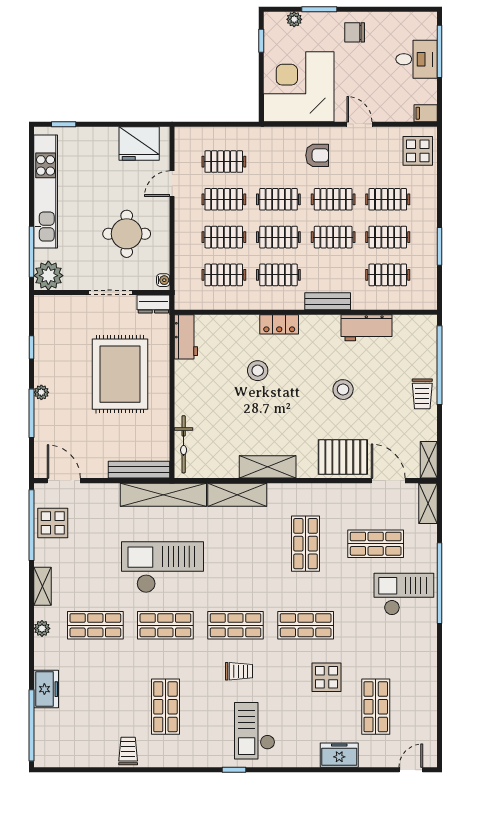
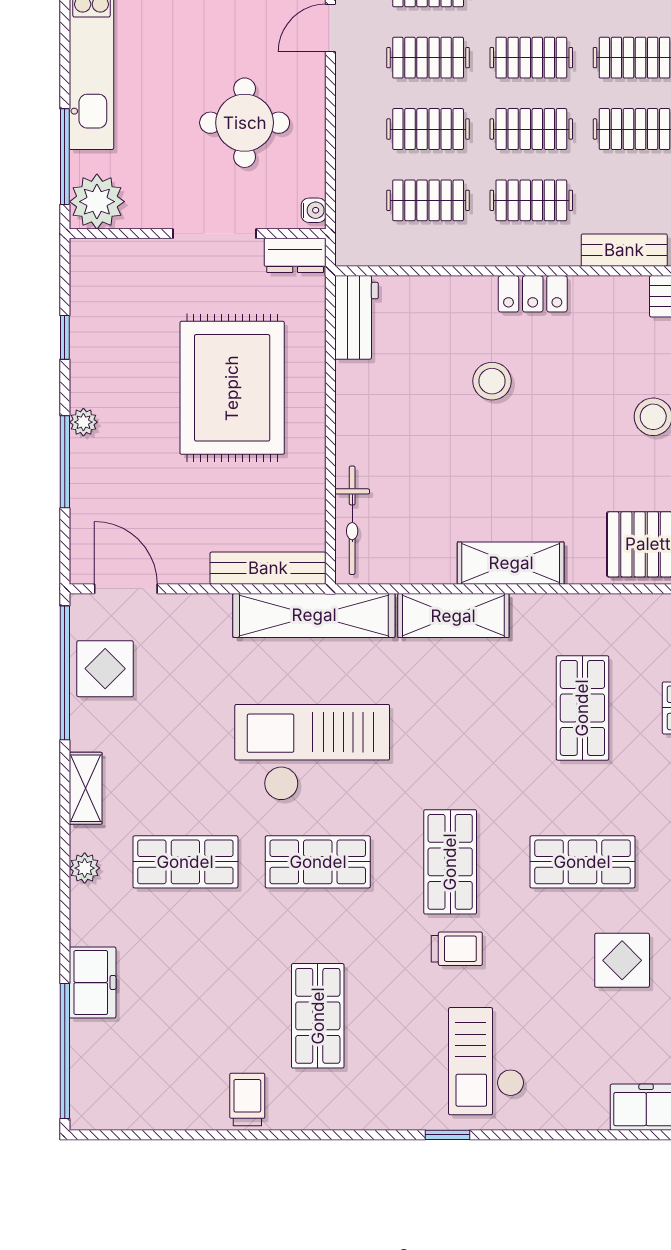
shop shelf: (235, 625) -> (450, 862), turned 90

